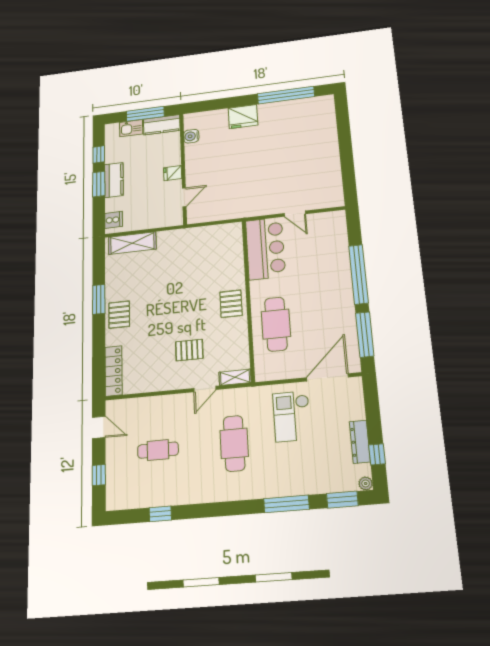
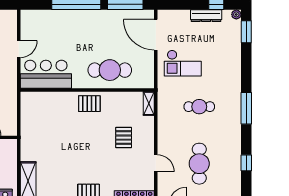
door: (205, 389) -> (156, 163), moved
cafe table: (234, 443) -> (199, 107), width x0.73, depth x0.74
cafe table: (158, 450) -> (199, 164), width x1.37, depth x1.35
window: (286, 504) -> (246, 108), moved

